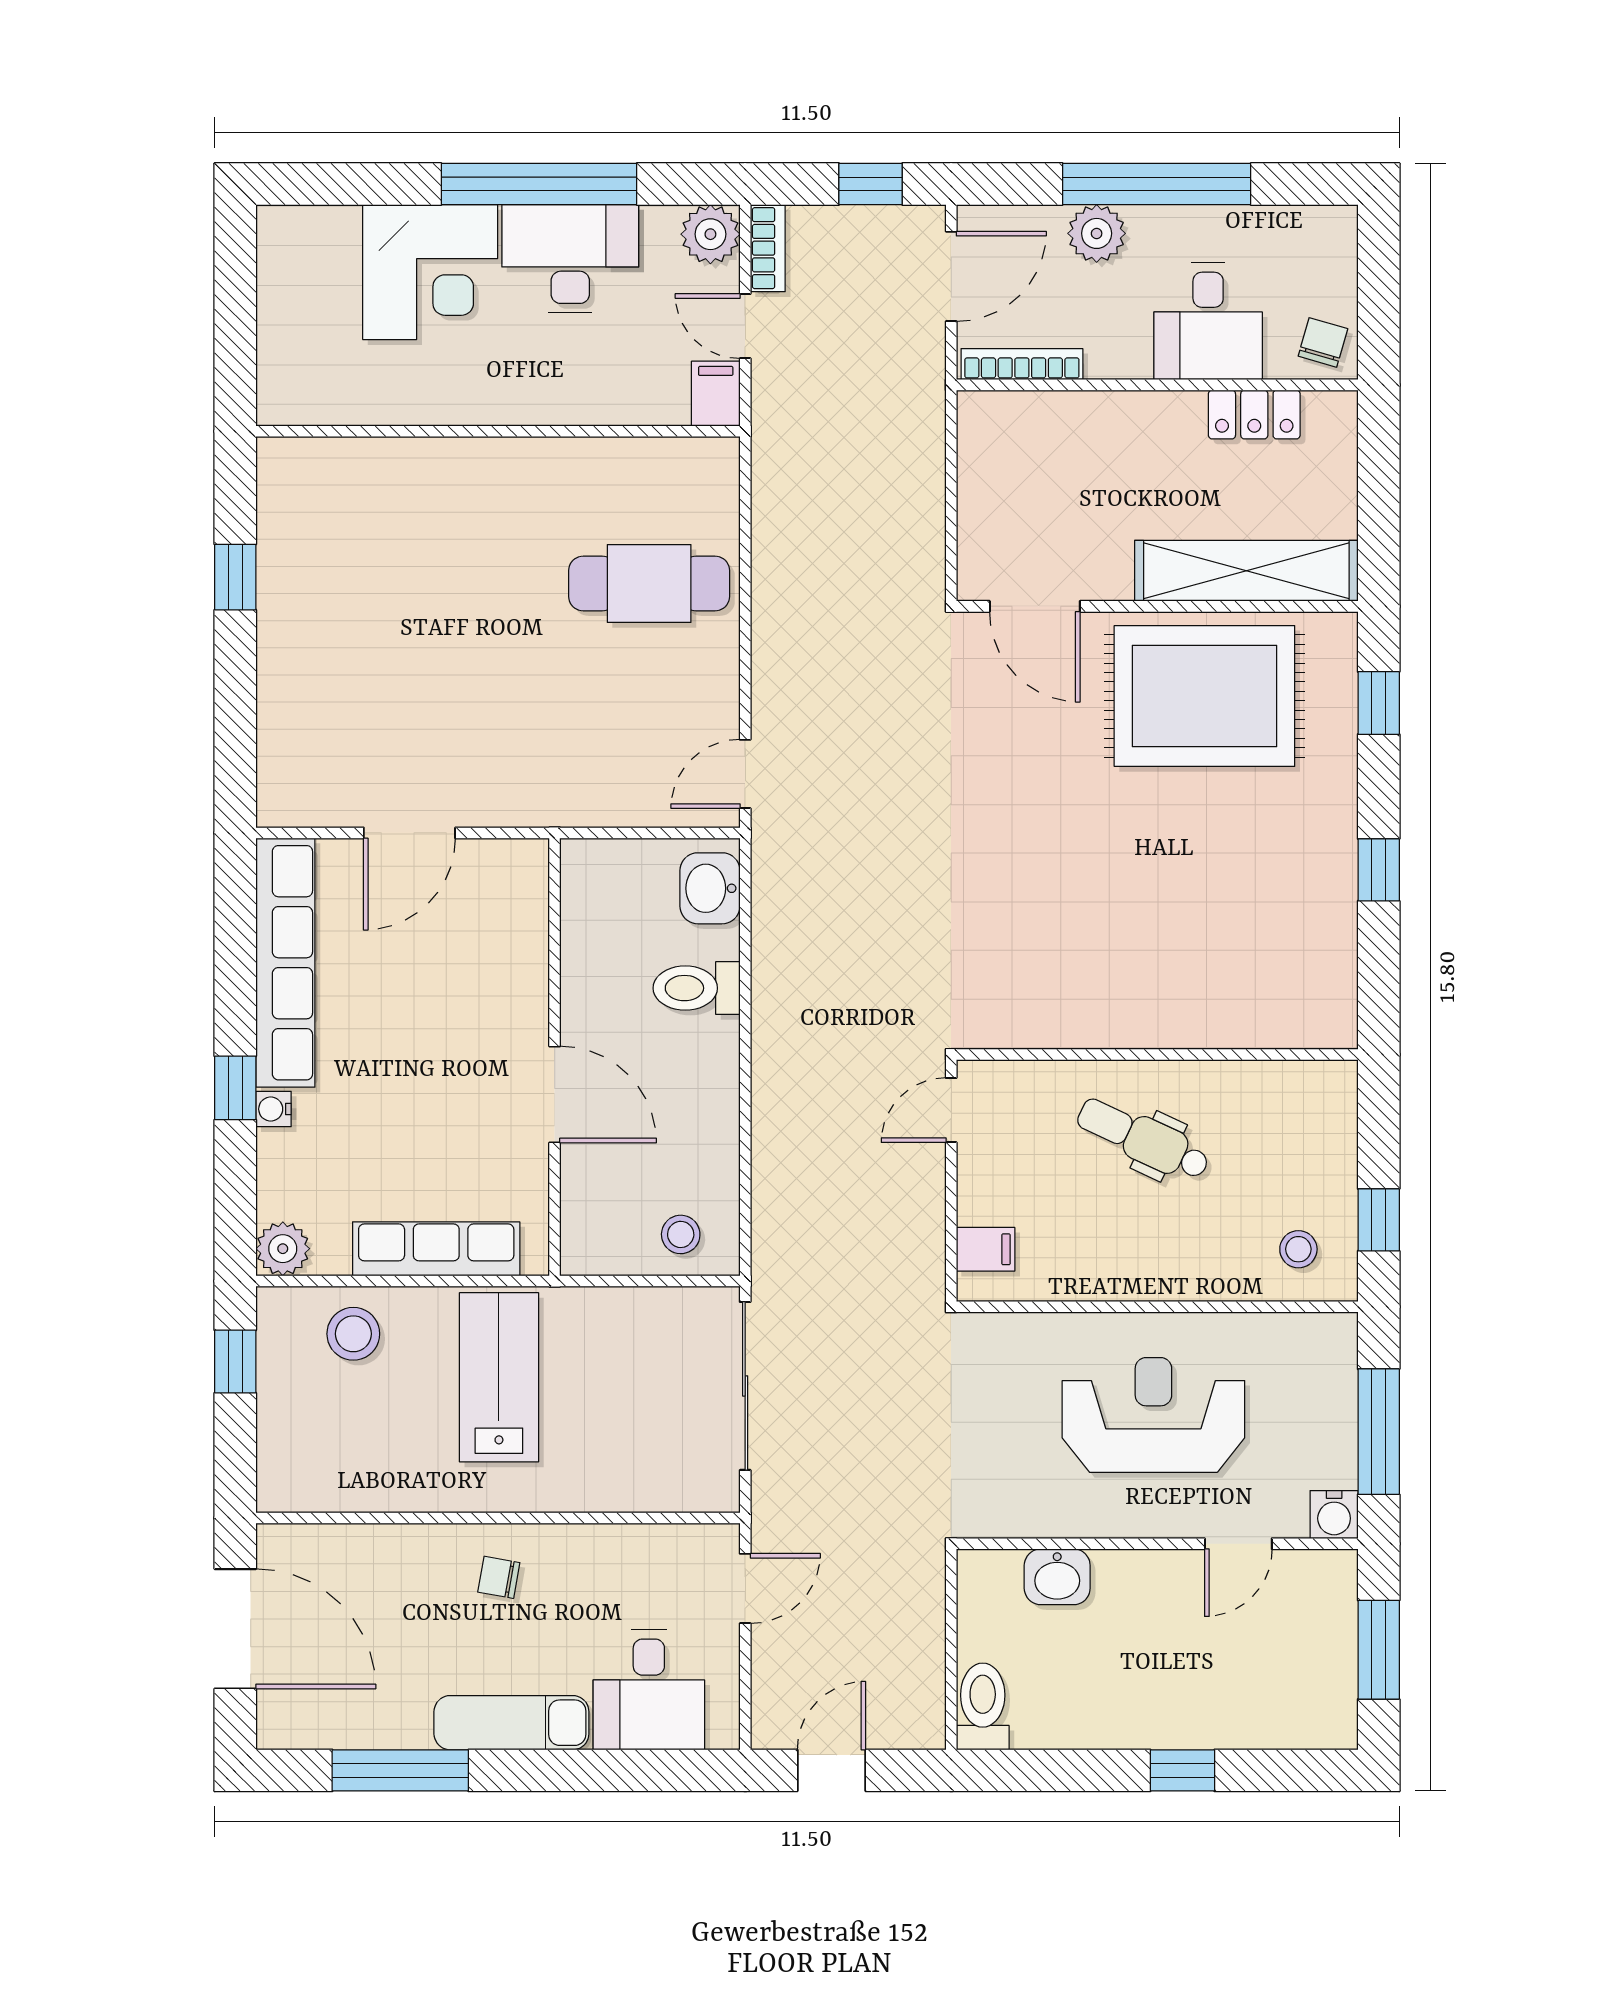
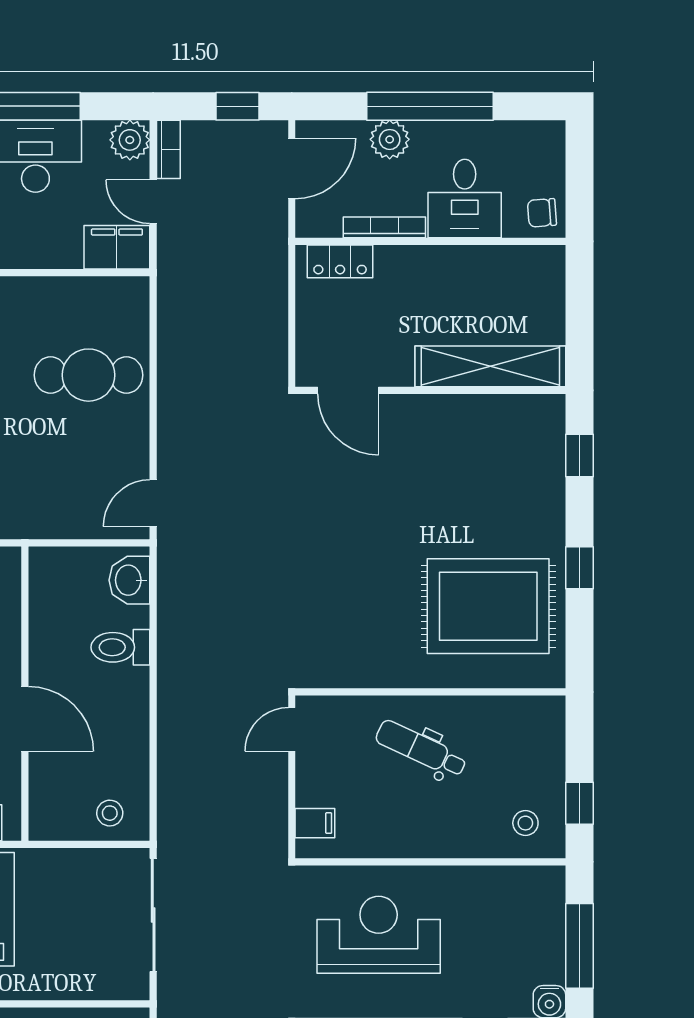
chair: (1323, 342) -> (542, 213), turned -110
bookcase: (1022, 364) -> (384, 227), moved
filing cabinet: (716, 394) -> (117, 247), width x2.00
locker: (1254, 414) -> (340, 261), moved
rug: (1204, 696) -> (488, 606), moved
reception desk: (1153, 1415) -> (379, 935), moved

